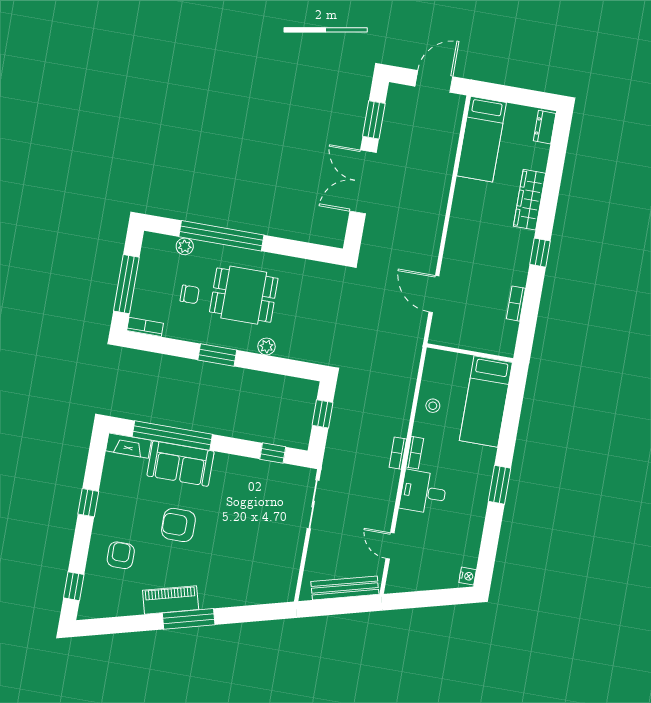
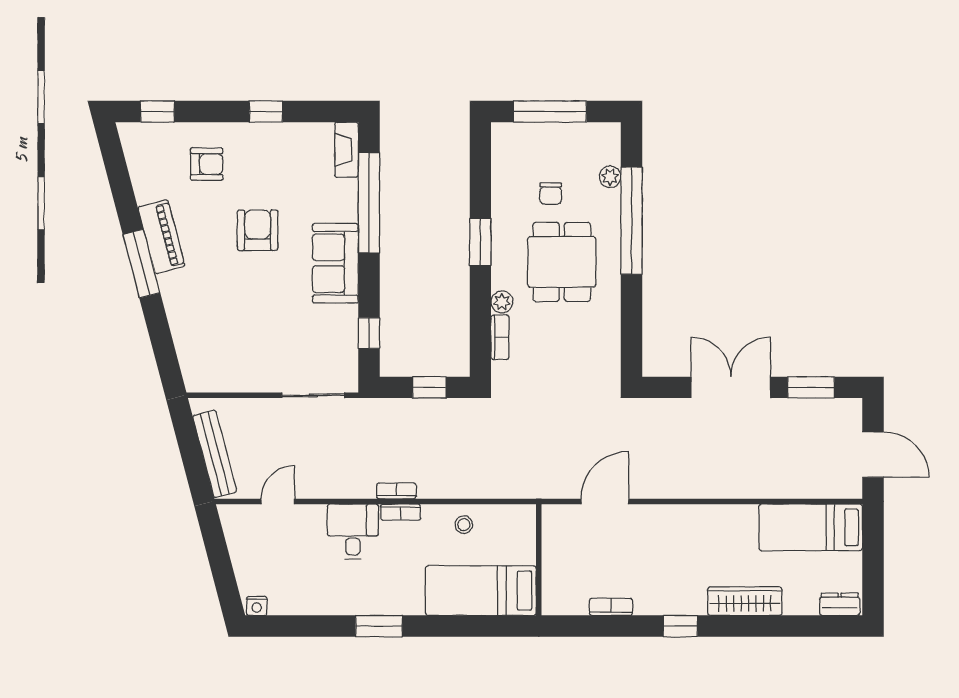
bookcase: (145, 327) -> (500, 337), moved
sofa: (180, 464) -> (335, 263), moved

